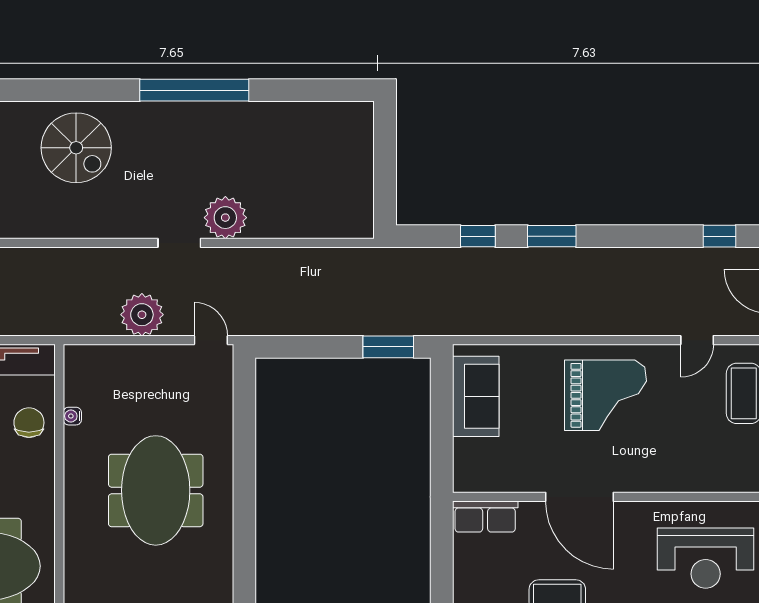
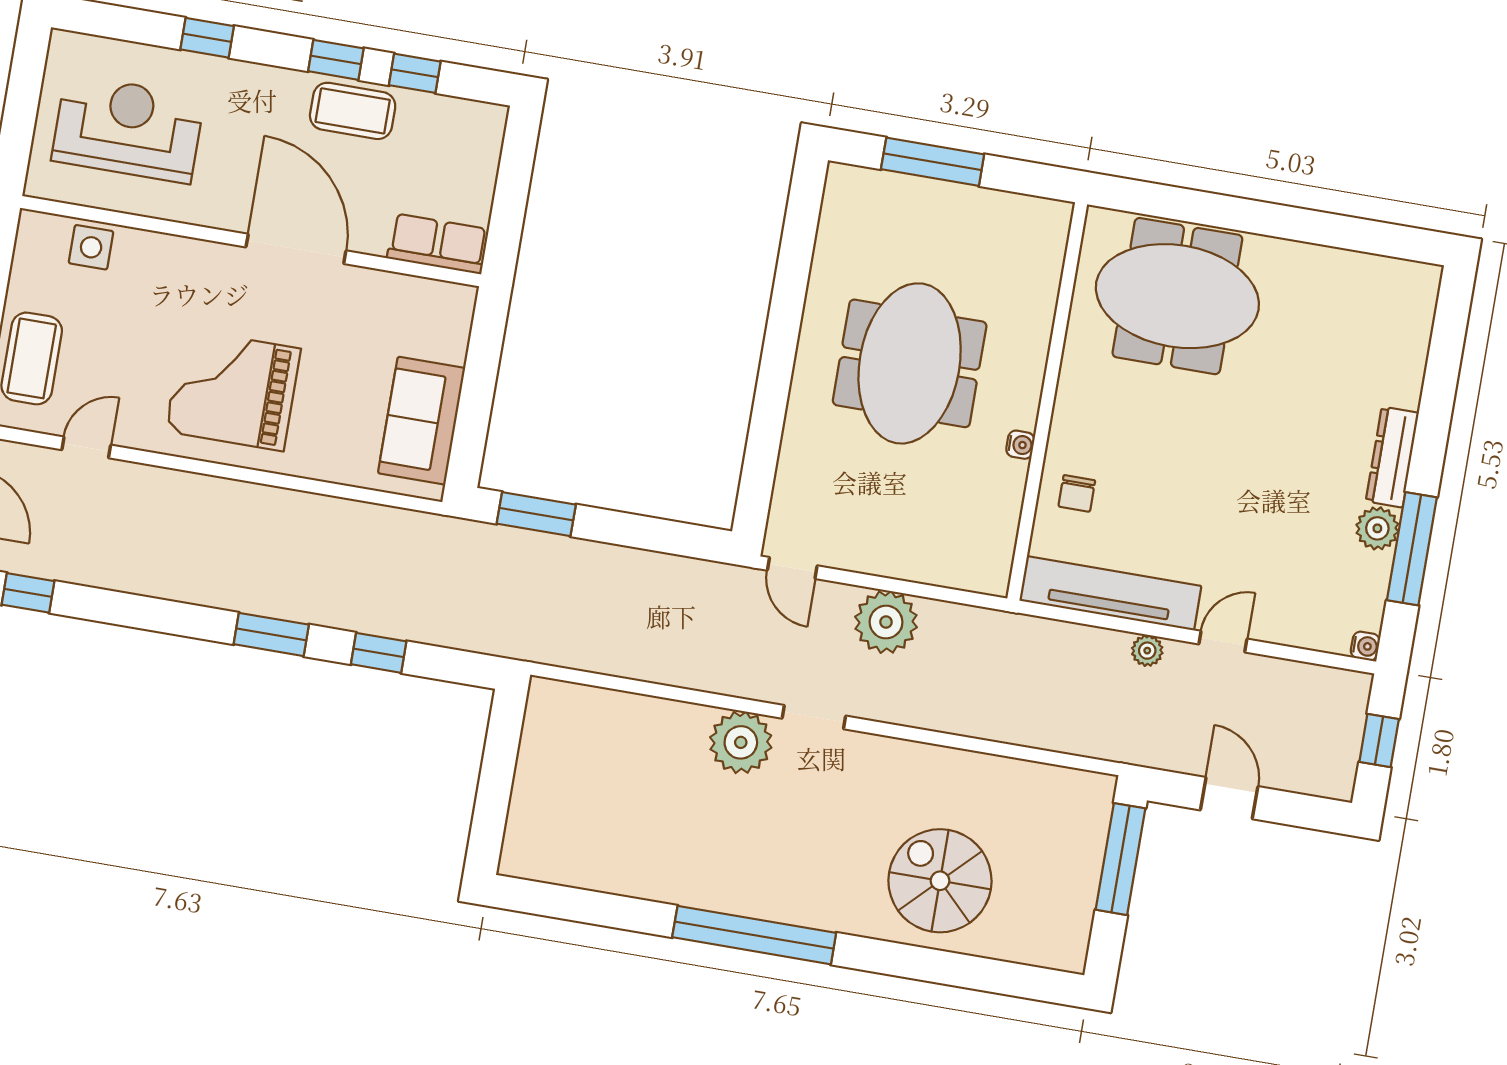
water cooler: (72, 416) -> (1020, 445), moved
chair: (29, 423) -> (1077, 493), width x0.73, depth x0.73
side table: (717, 475) -> (91, 247), added

